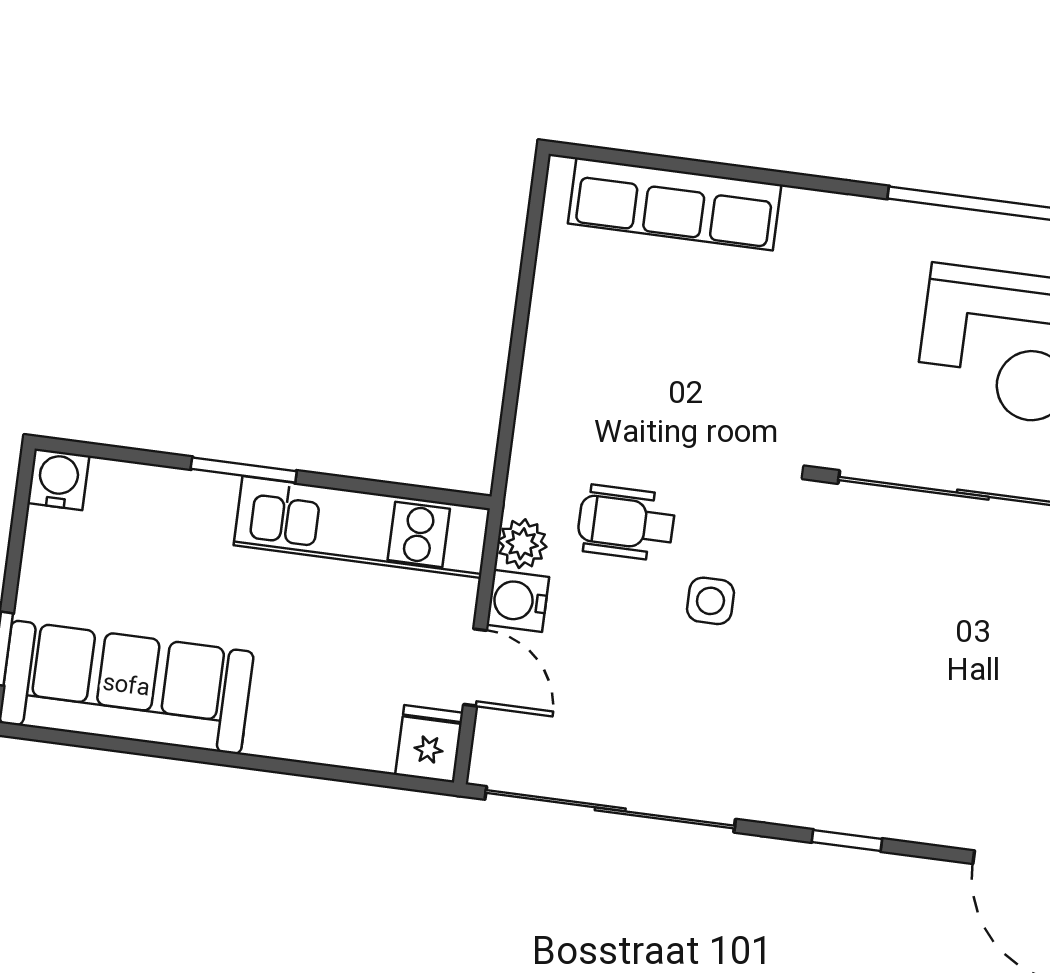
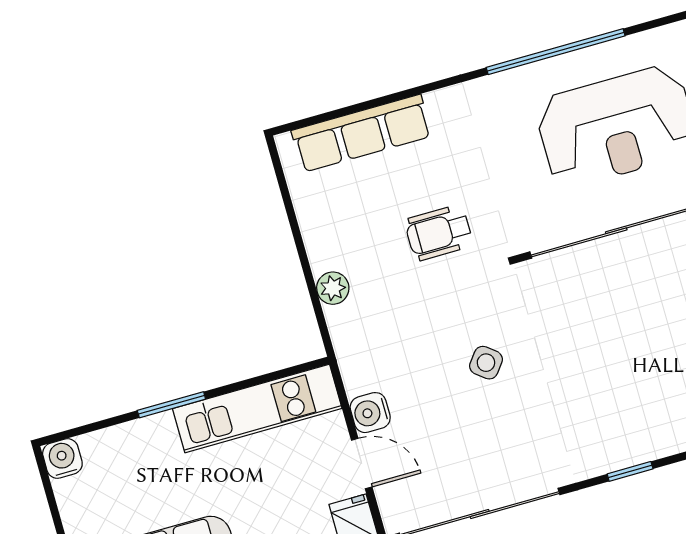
wheelchair: (626, 523) -> (439, 233), moved
plant: (522, 544) -> (333, 288), moved
side table: (710, 601) -> (486, 363), turned 38

